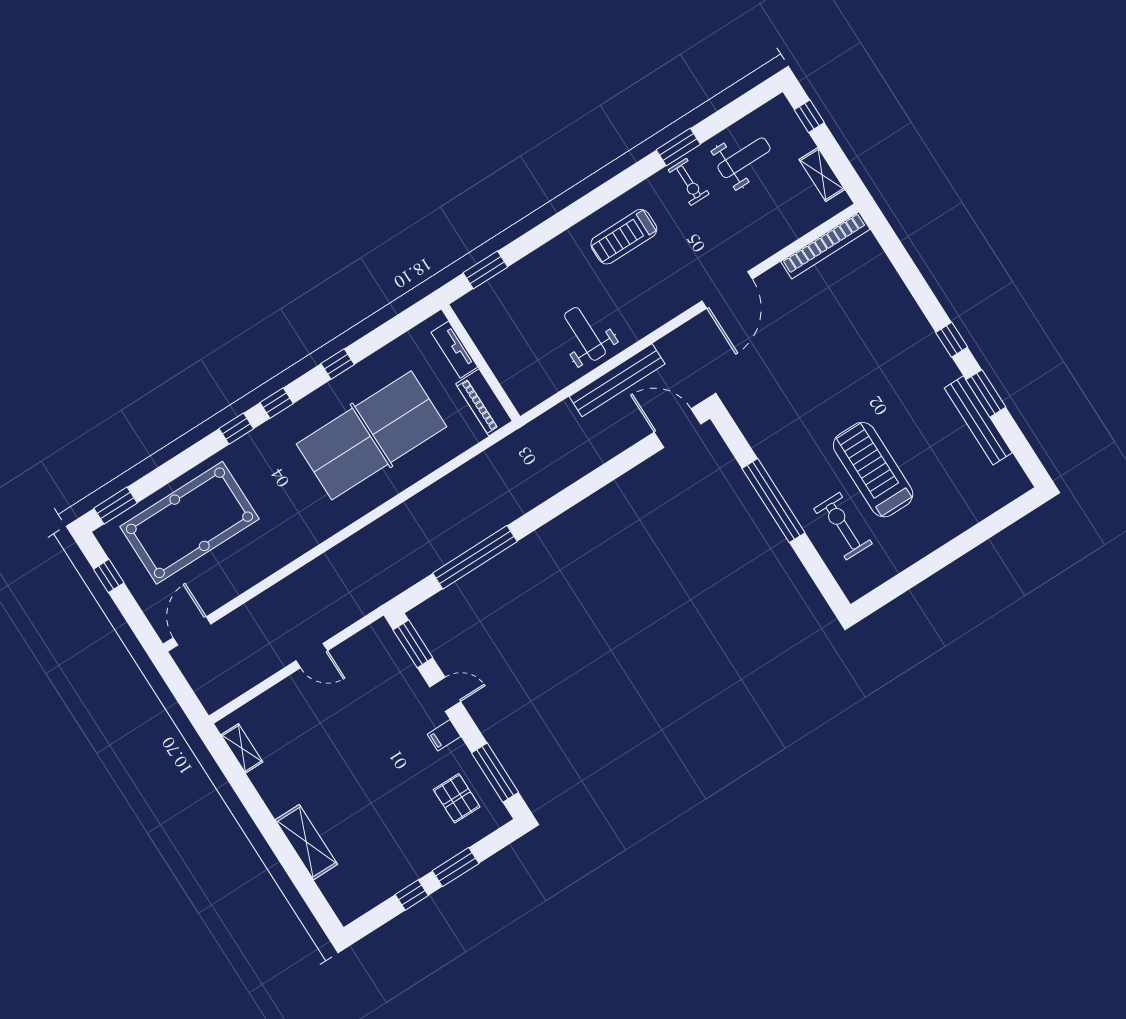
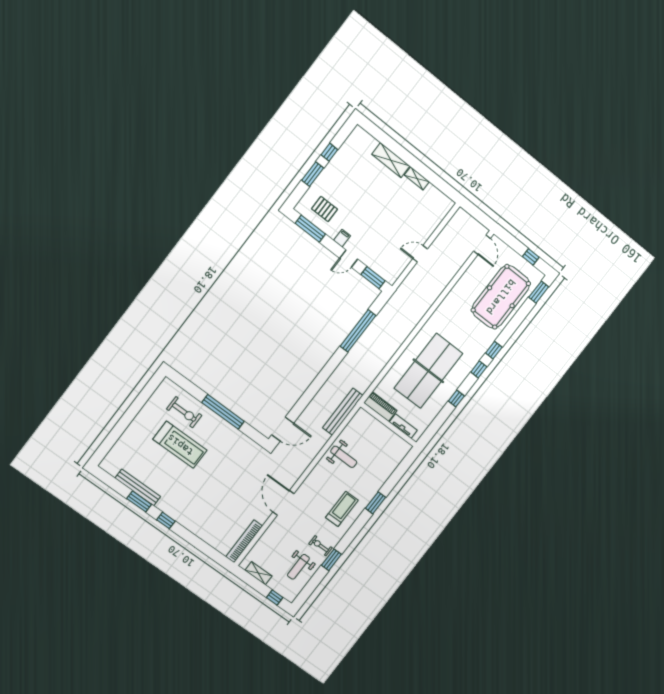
window: (485, 270) -> (376, 503), moved
bench: (617, 380) -> (343, 412), moved
shelving: (242, 748) -> (417, 178), moved

